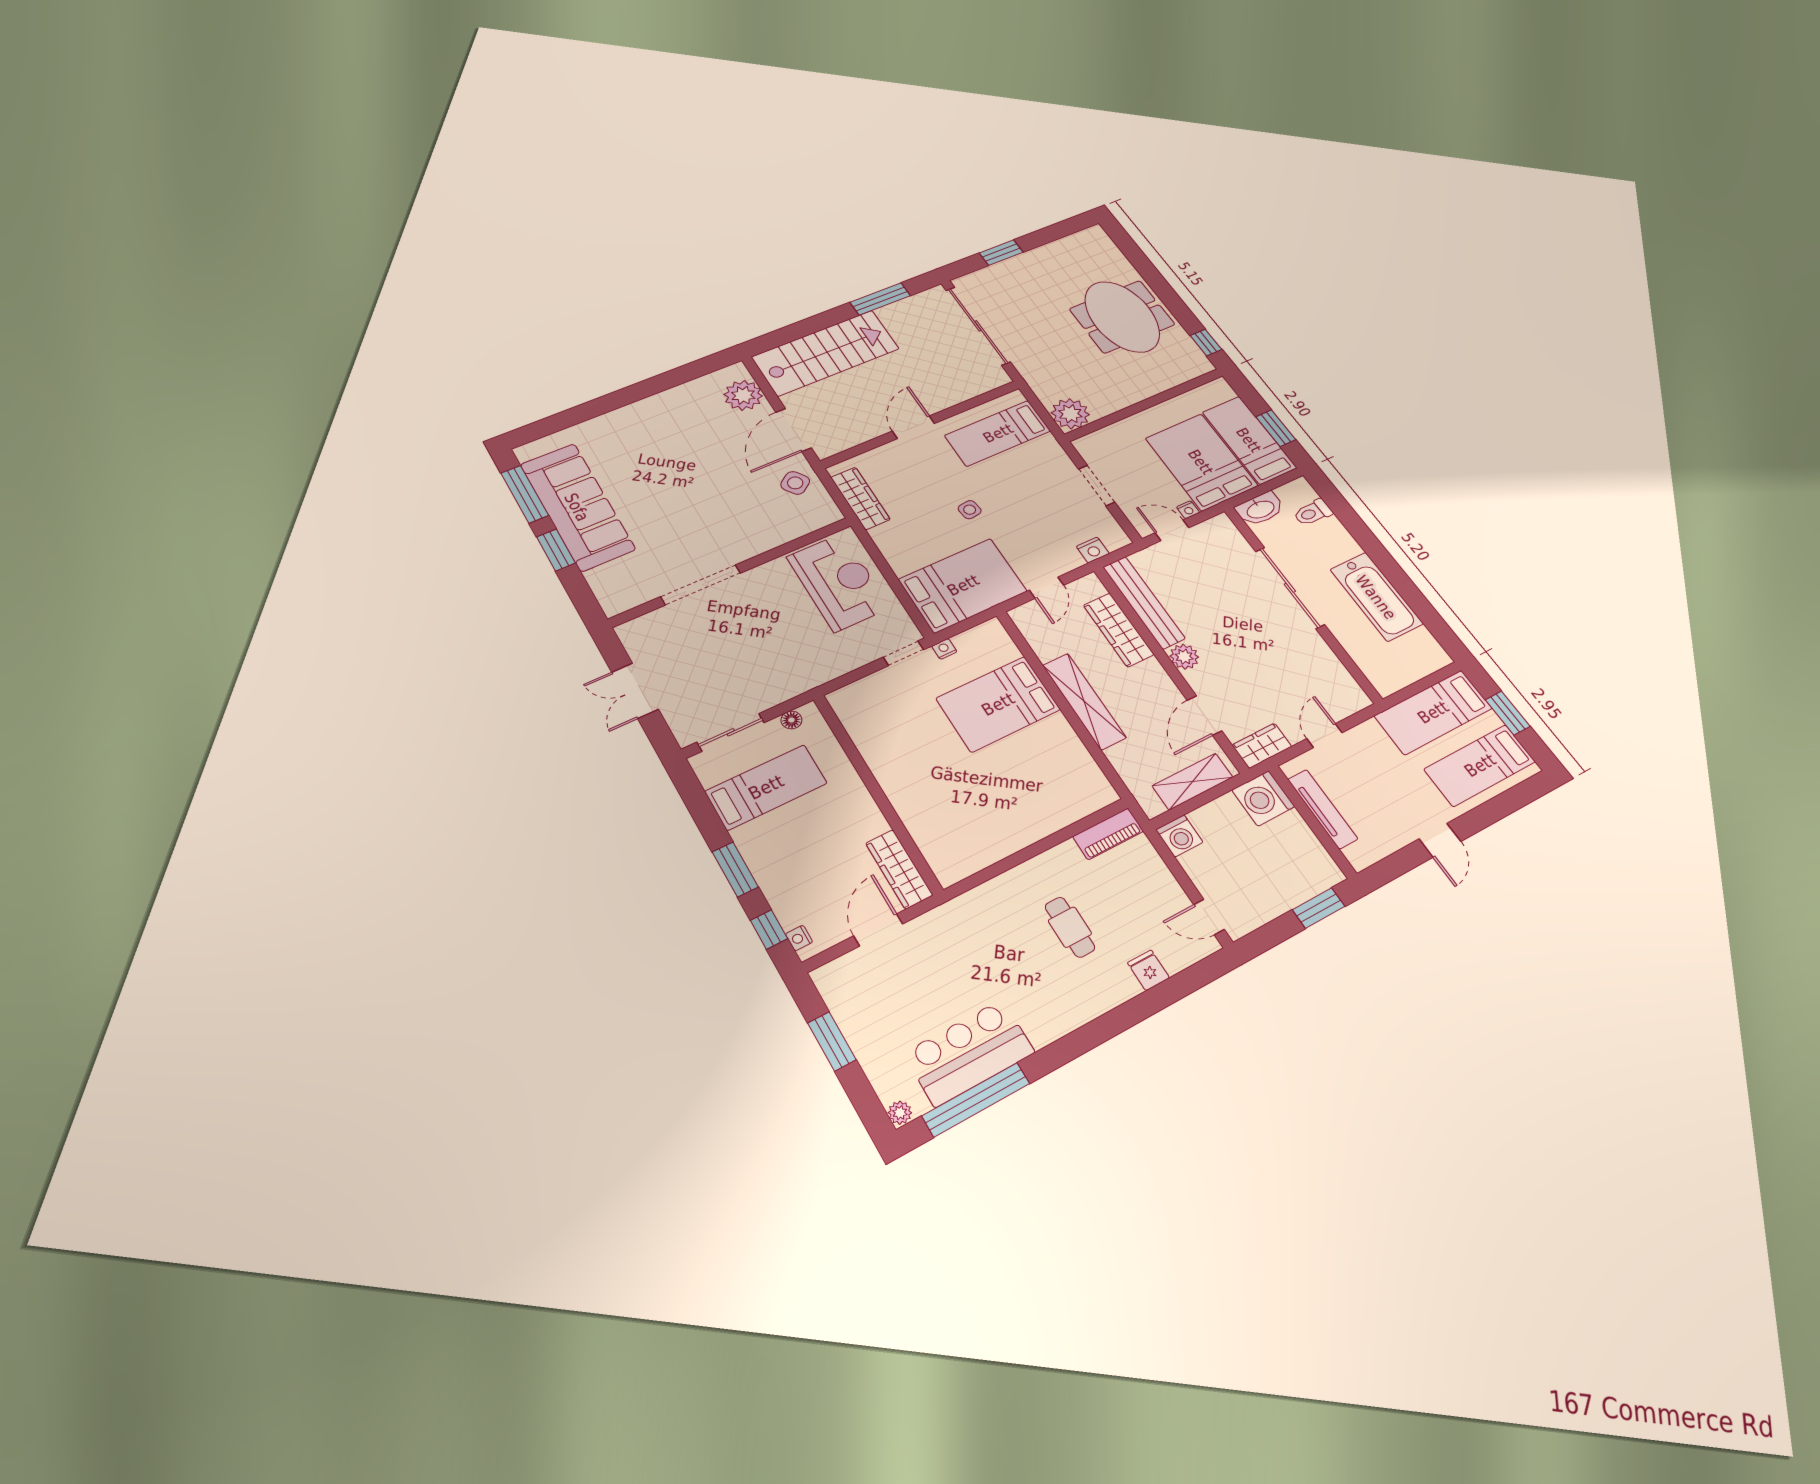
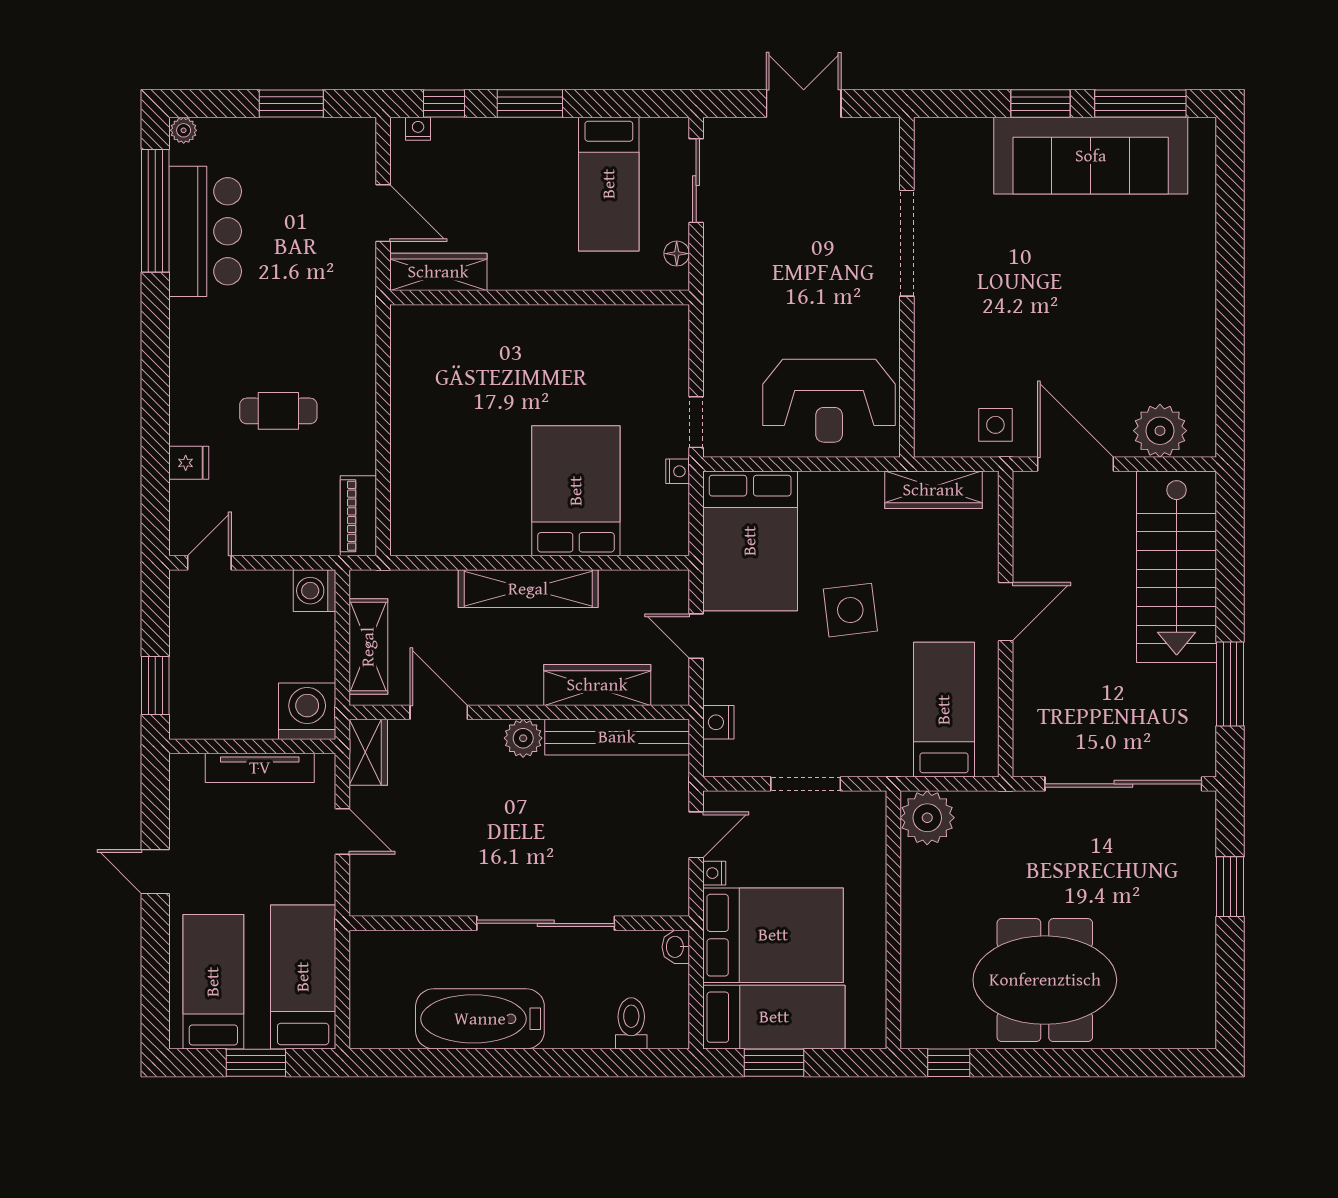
door: (913, 427) -> (1006, 612), hinge flipped
side table: (795, 483) -> (995, 425), turned 36
washbasin: (1260, 509) -> (676, 947), width x0.52, depth x0.69
side table: (970, 510) -> (850, 610), width x1.87, depth x1.87

